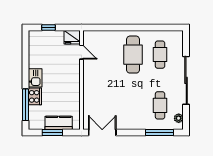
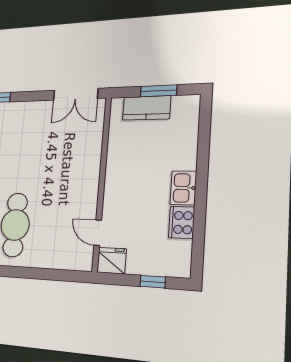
cooker: (35, 96) -> (182, 223), moved
window: (26, 105) -> (204, 138), removed

